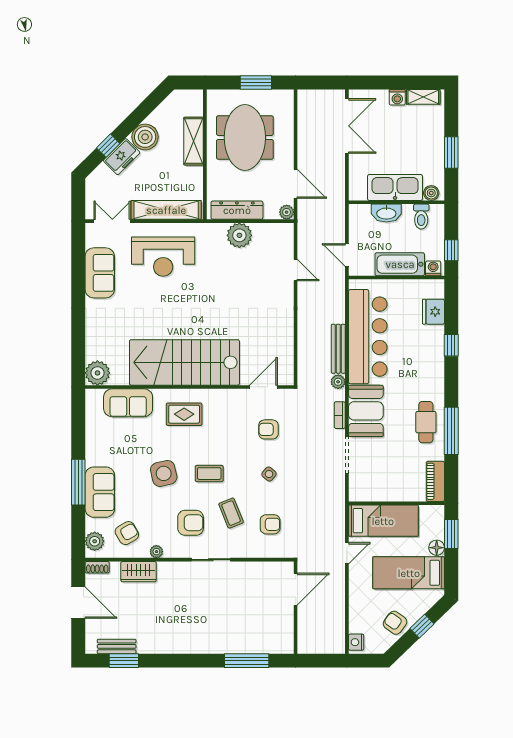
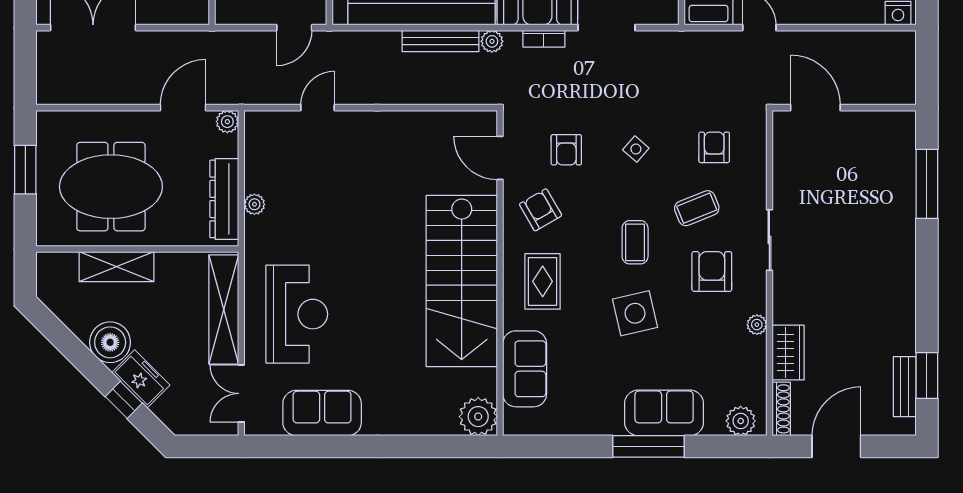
plant: (239, 235) -> (254, 204), width x0.53, depth x0.53
armchair: (127, 533) -> (541, 210), moved
shoe rack: (97, 567) -> (781, 409), width x1.43

